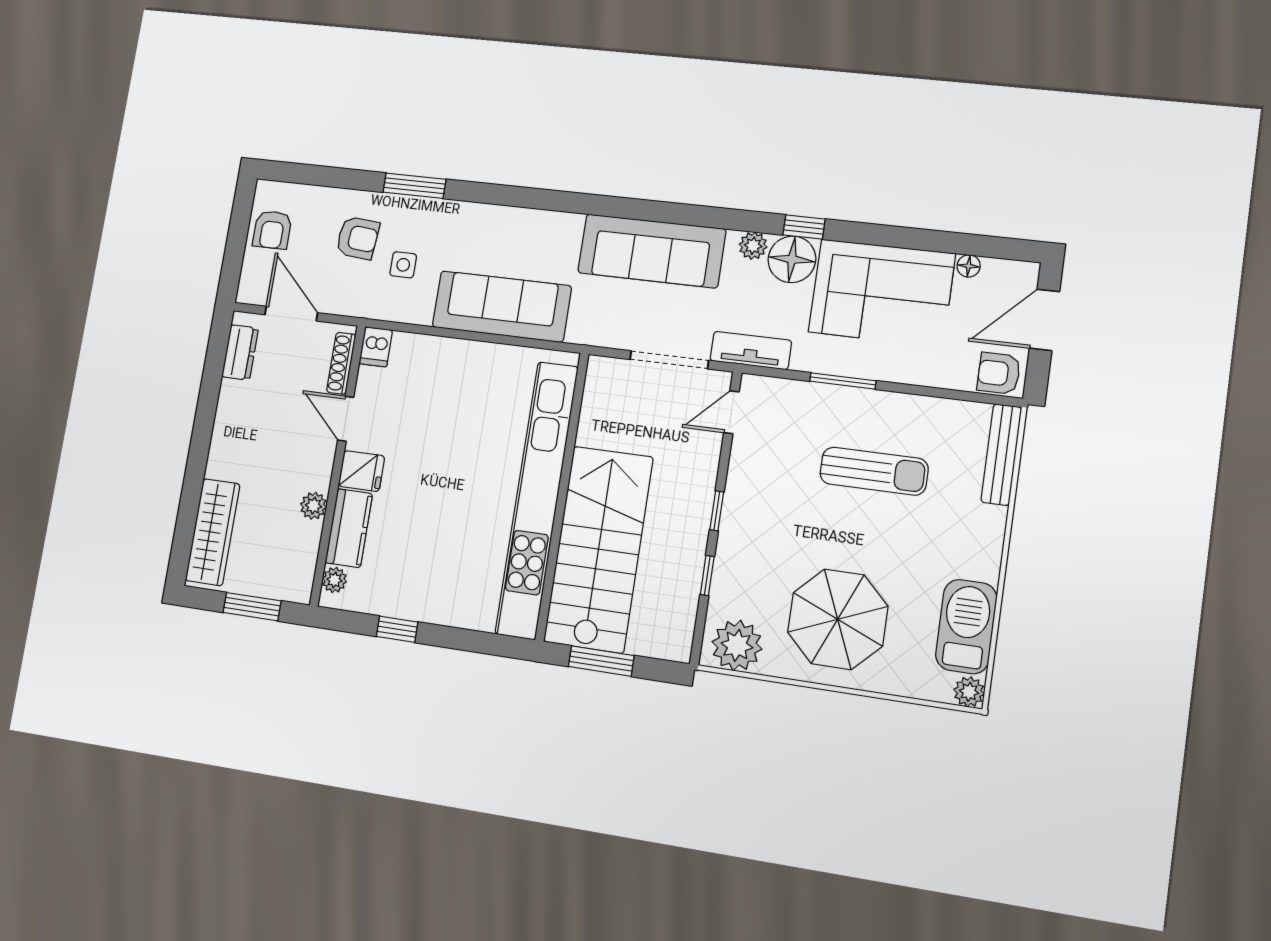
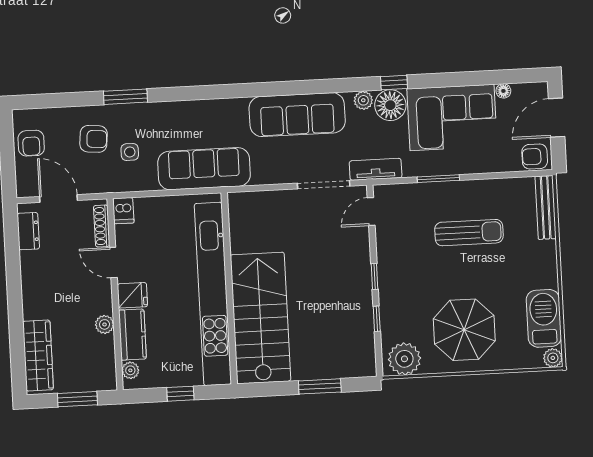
wall: (562, 496) -> (229, 288), moved
kitchen unit: (537, 500) -> (213, 294), moved
stairs: (599, 549) -> (260, 318), moved

